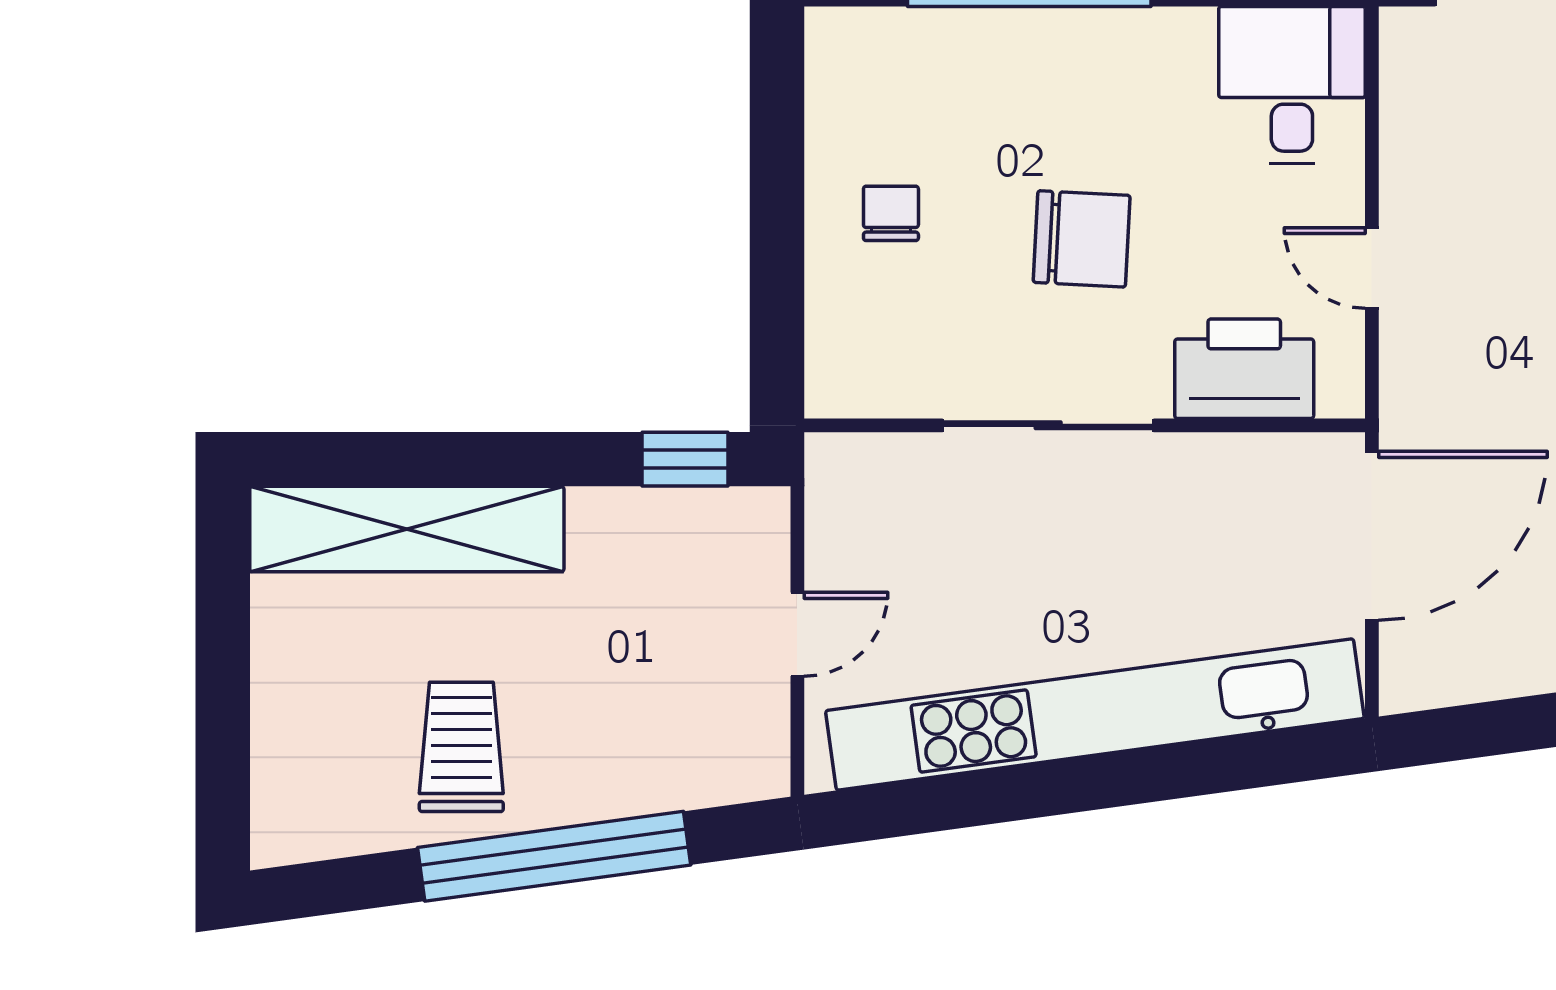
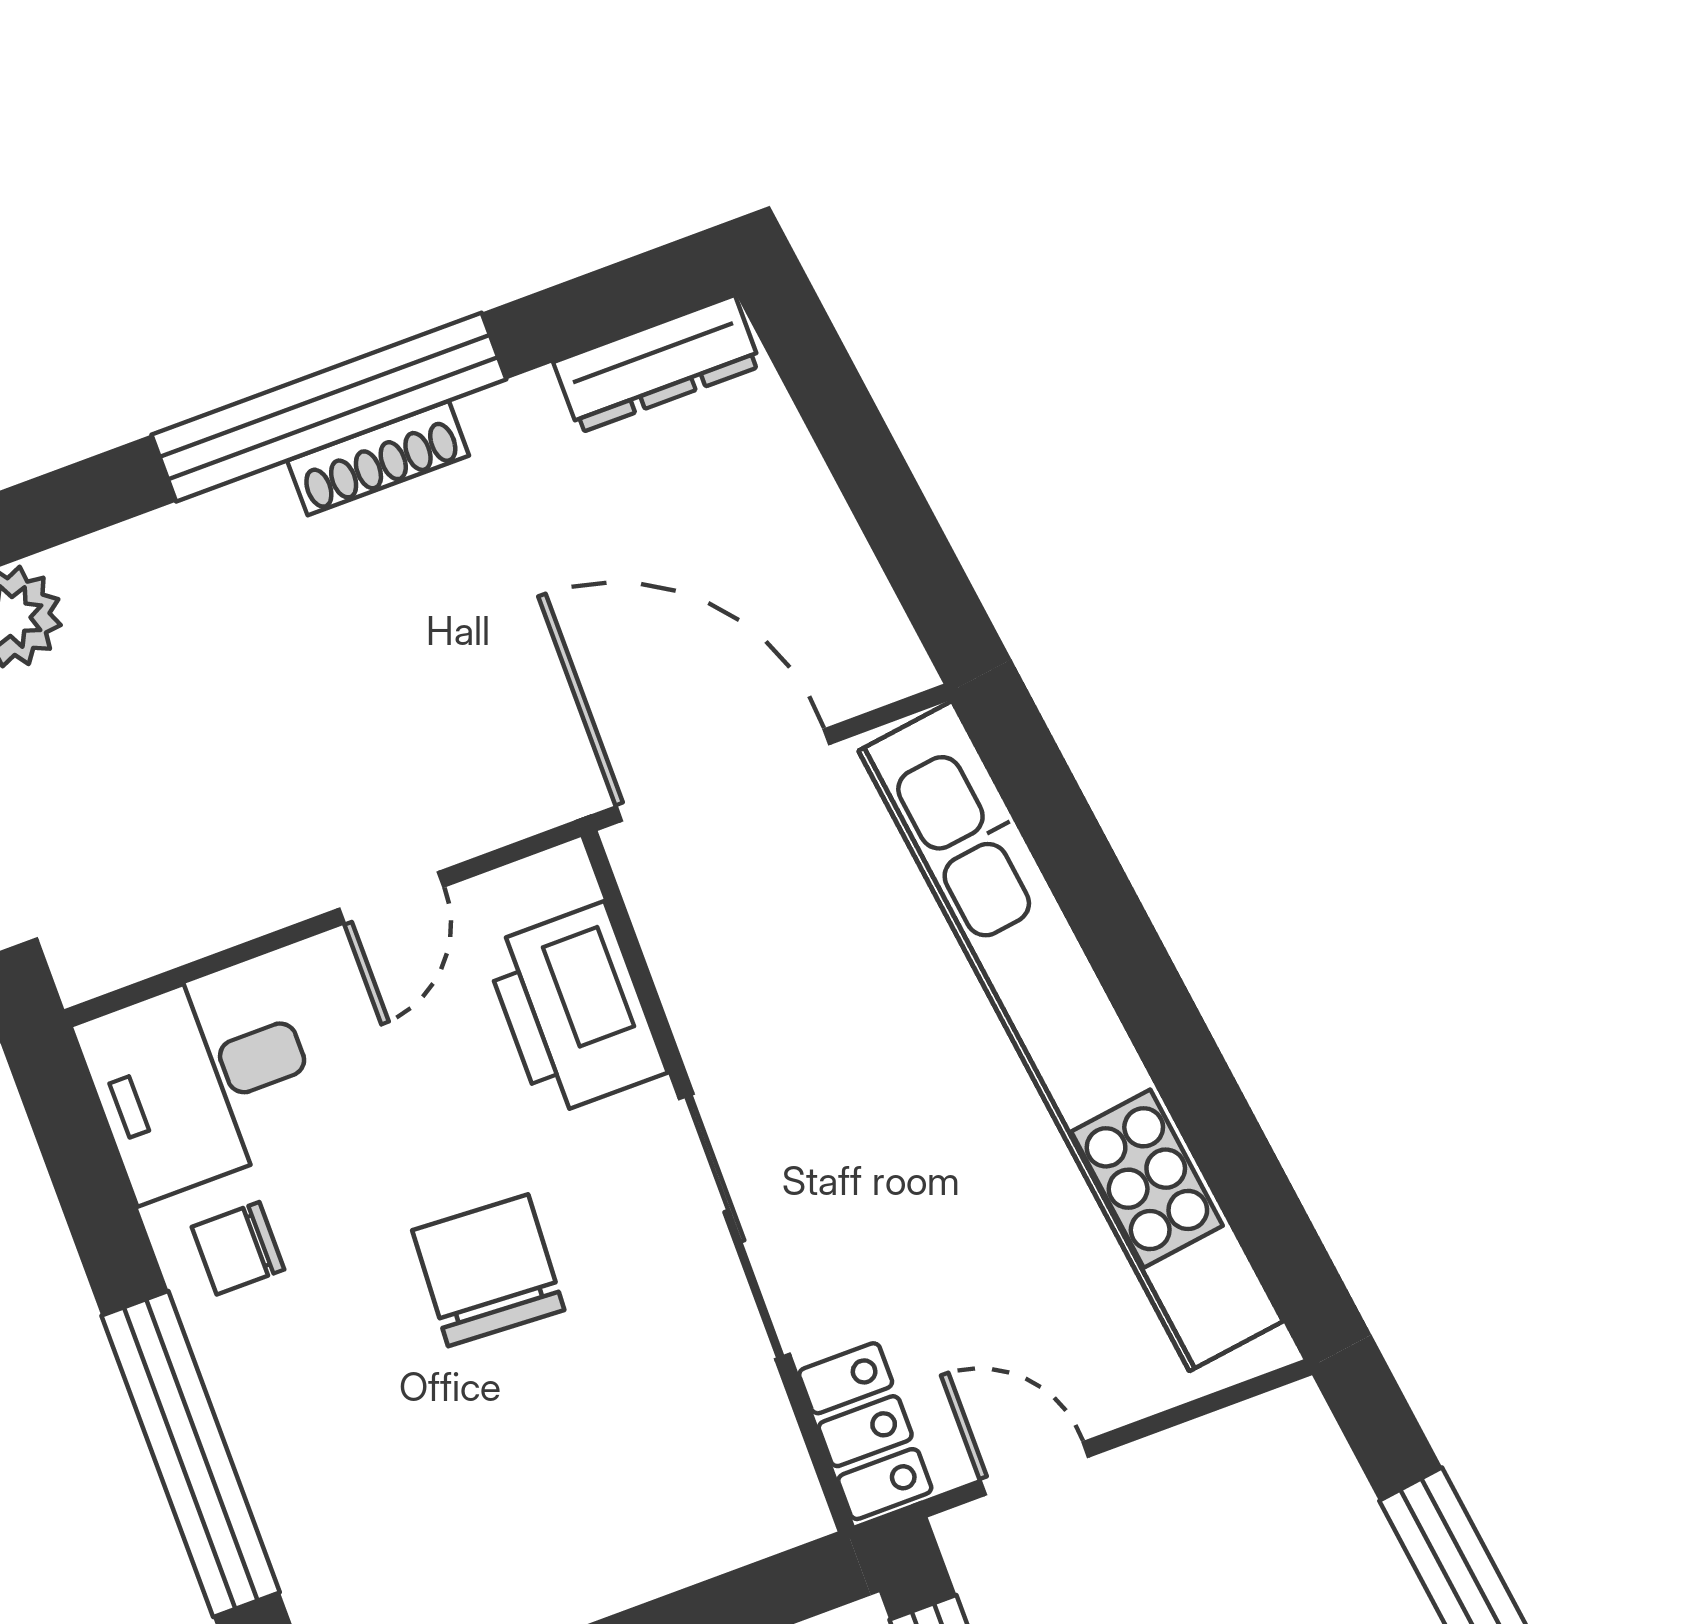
chair: (891, 213) -> (238, 1248), moved
locker: (868, 464) -> (865, 1431), added
door: (797, 634) -> (1034, 1468), moved

